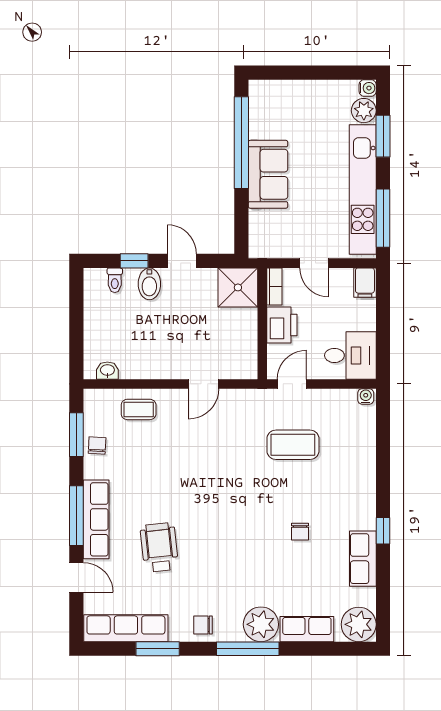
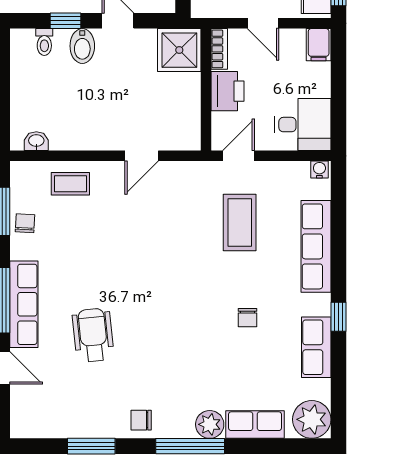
coffee table: (293, 445) -> (240, 222), turned 90
plant: (261, 624) -> (210, 424), width x0.73, depth x0.73
row of seats: (126, 628) -> (316, 246), moved, turned -90

